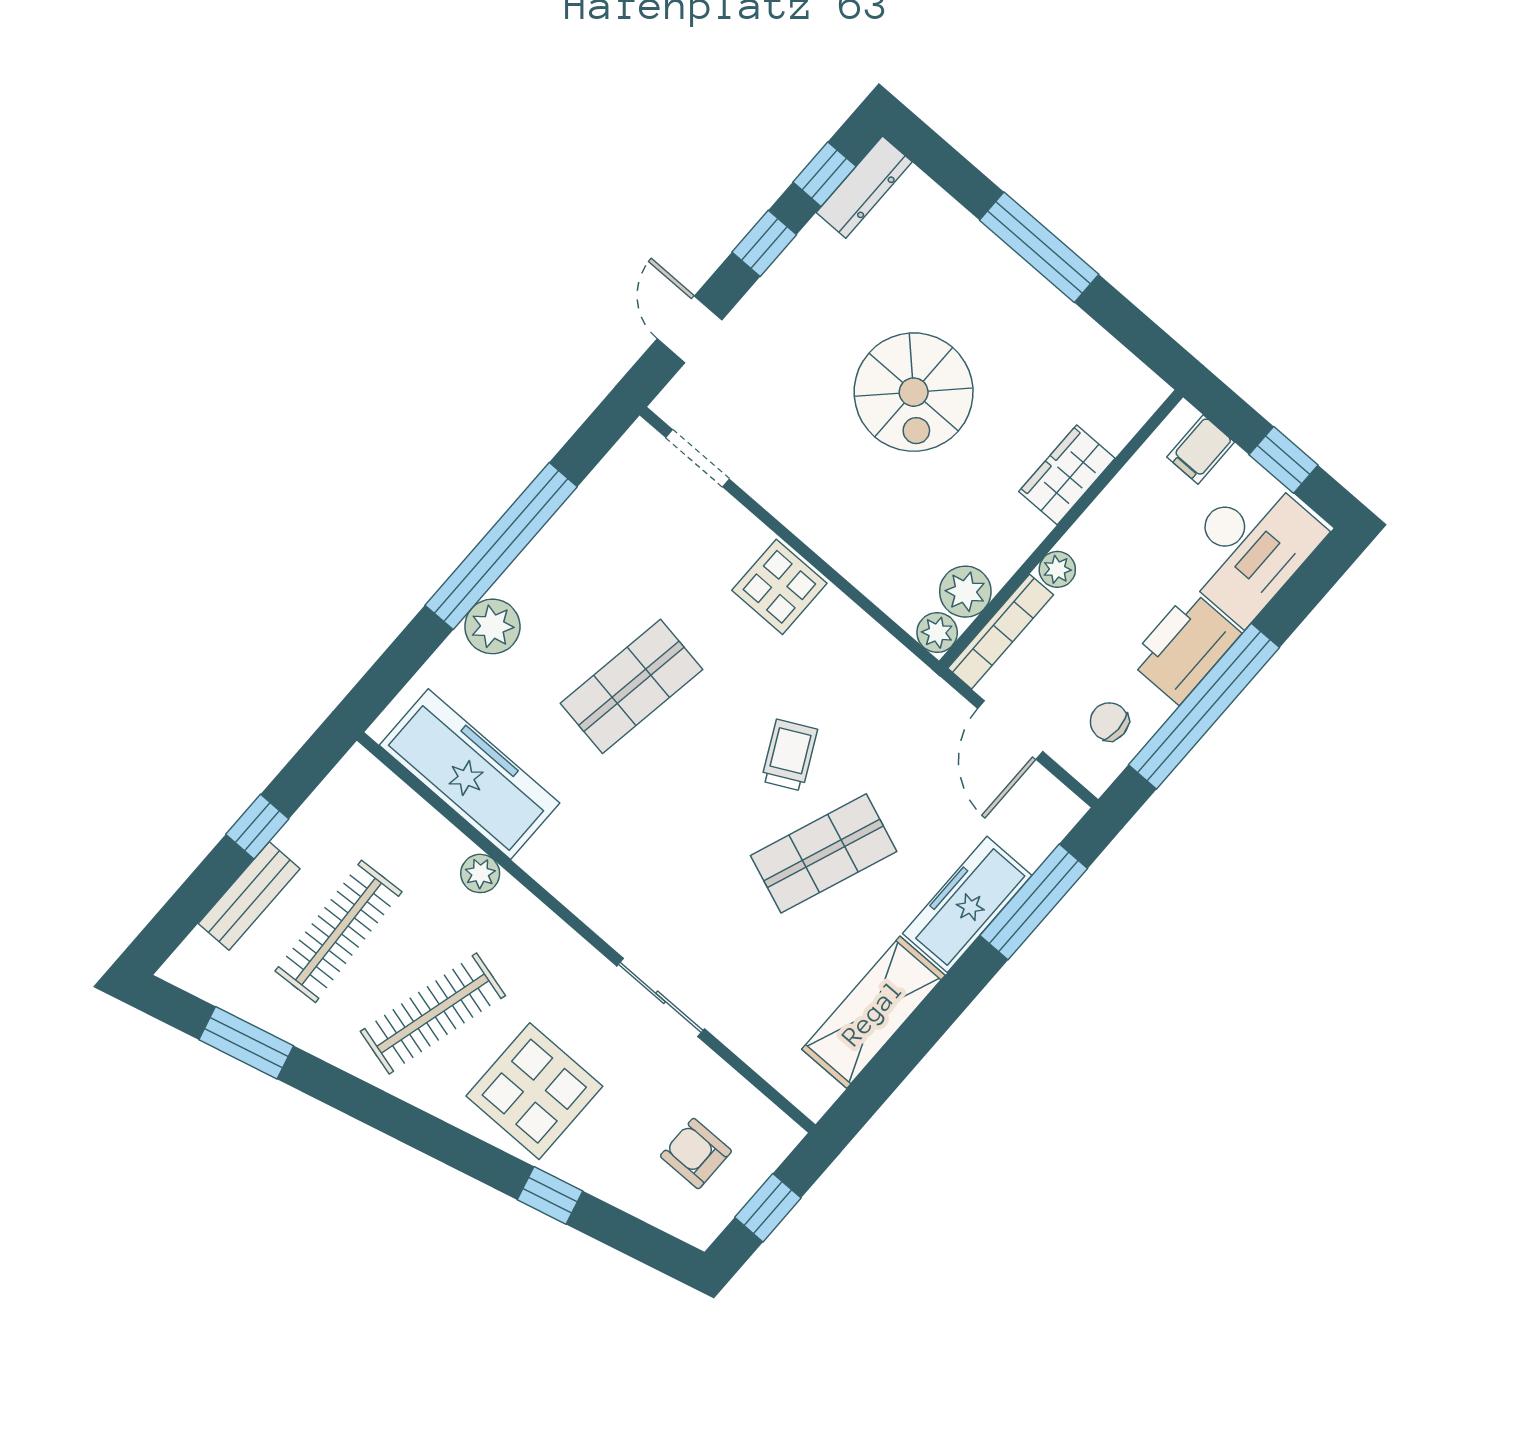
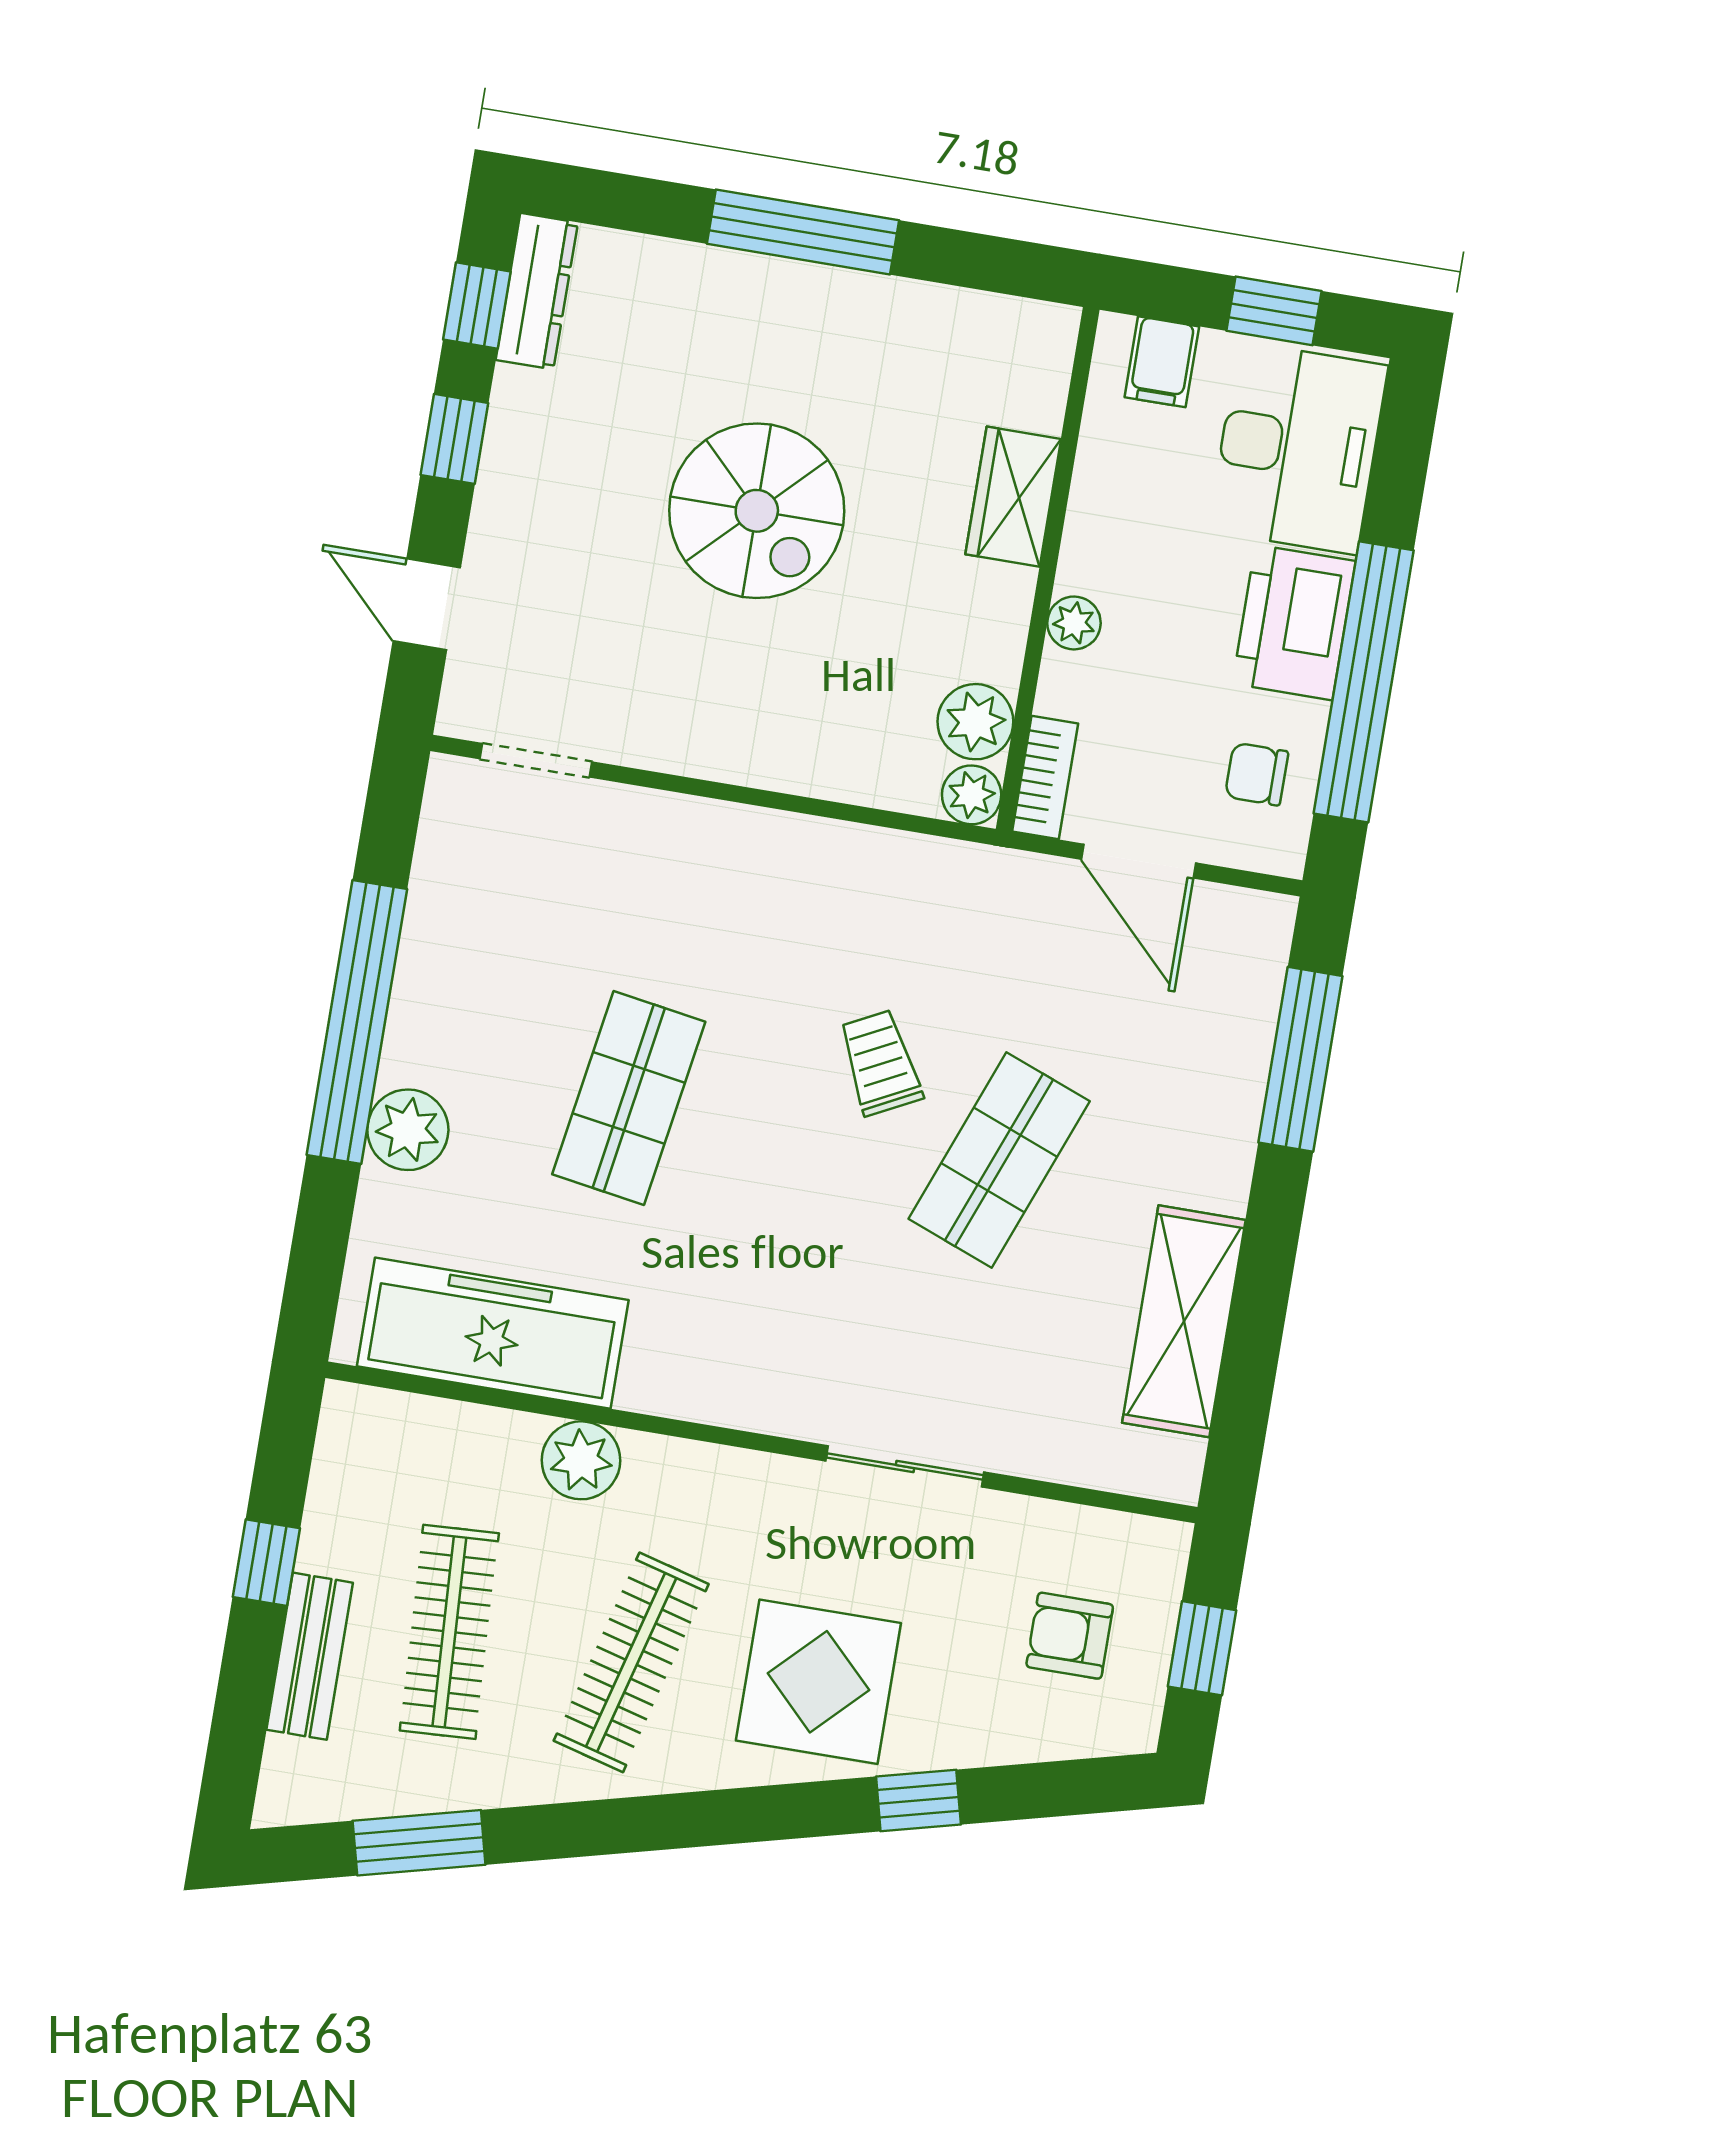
display table: (779, 587) -> (738, 859), removed
bookcase: (1001, 632) -> (1045, 777), width x0.64
plant: (480, 873) -> (581, 1460), width x1.38, depth x1.38
freezer: (967, 904) -> (1219, 1113), removed

